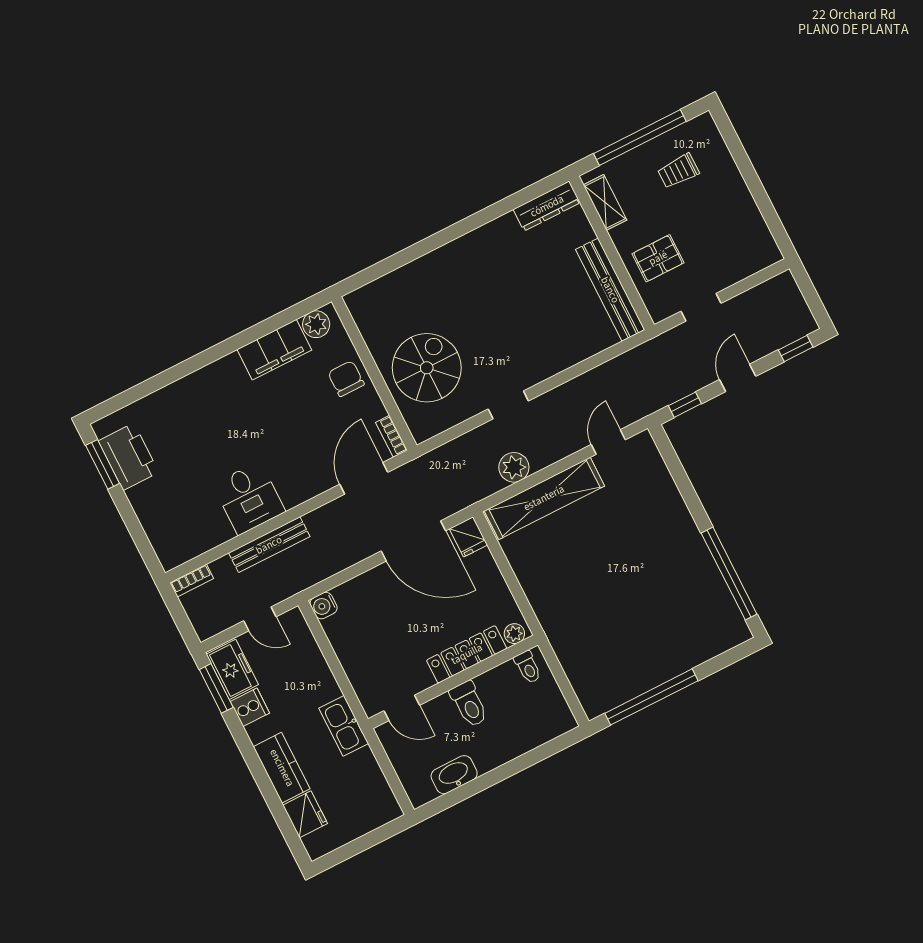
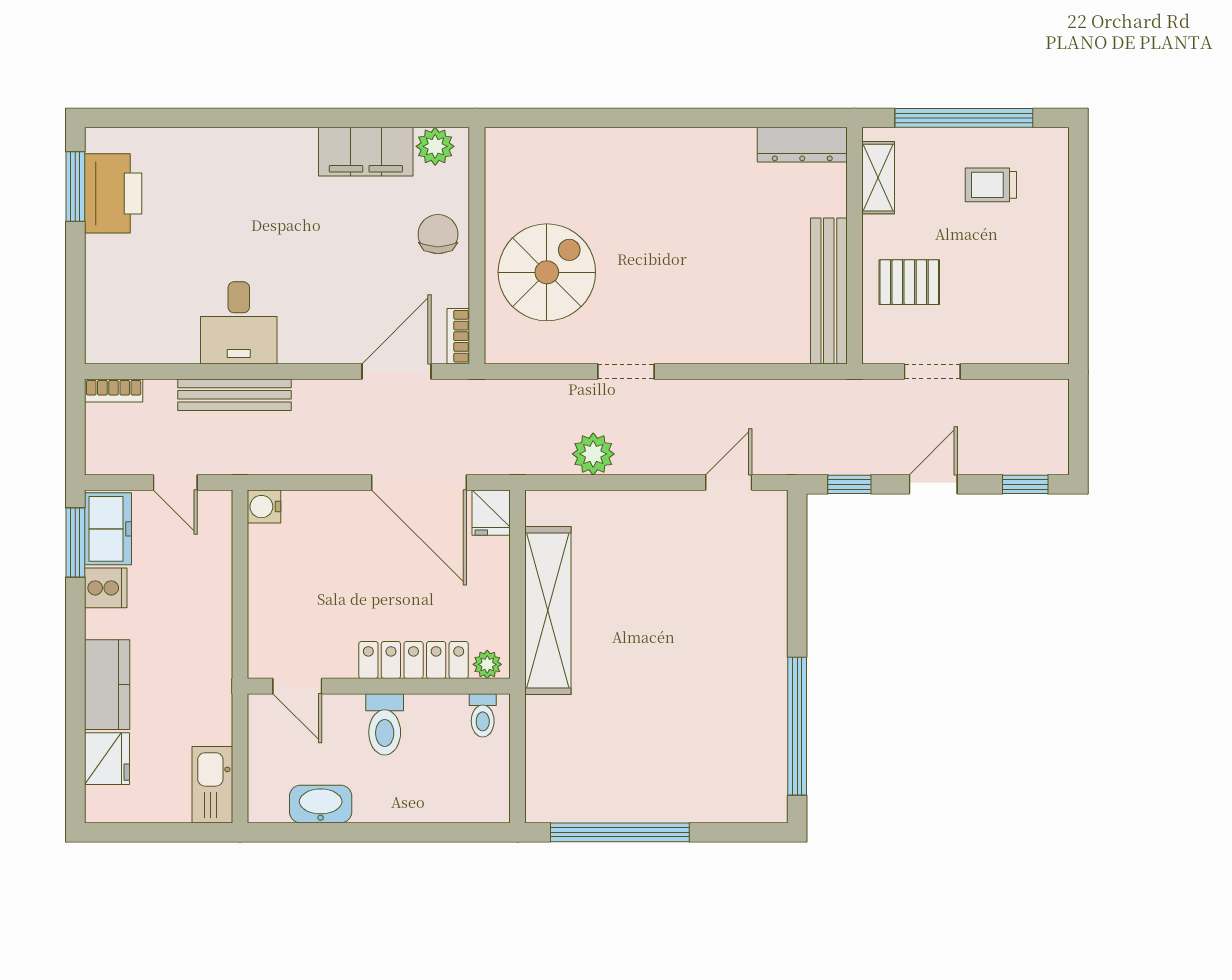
shelving: (544, 498) -> (548, 610), moved, turned 90
kitchen sink: (344, 726) -> (212, 785), moved

